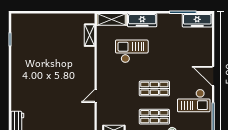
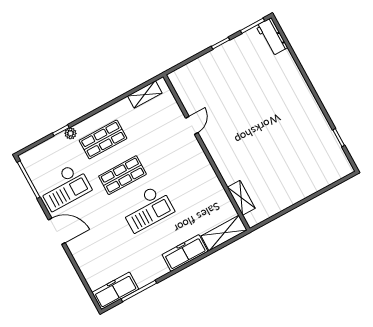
checkout: (132, 51) -> (147, 208), moved
checkout: (194, 101) -> (64, 187), turned 180

